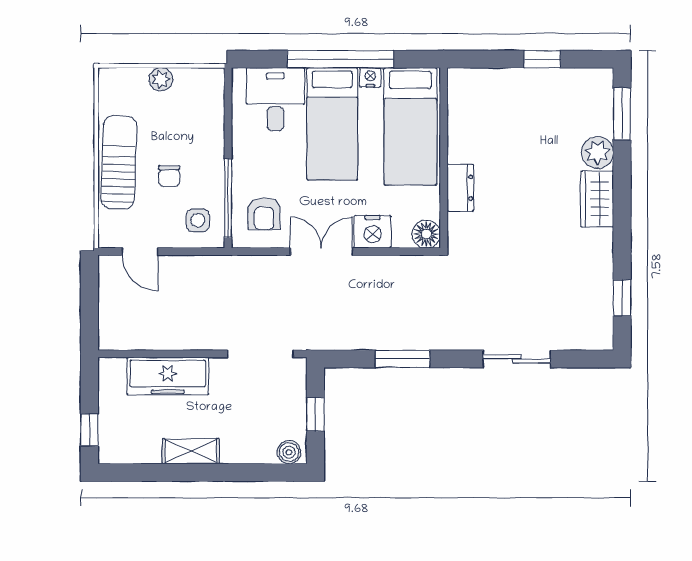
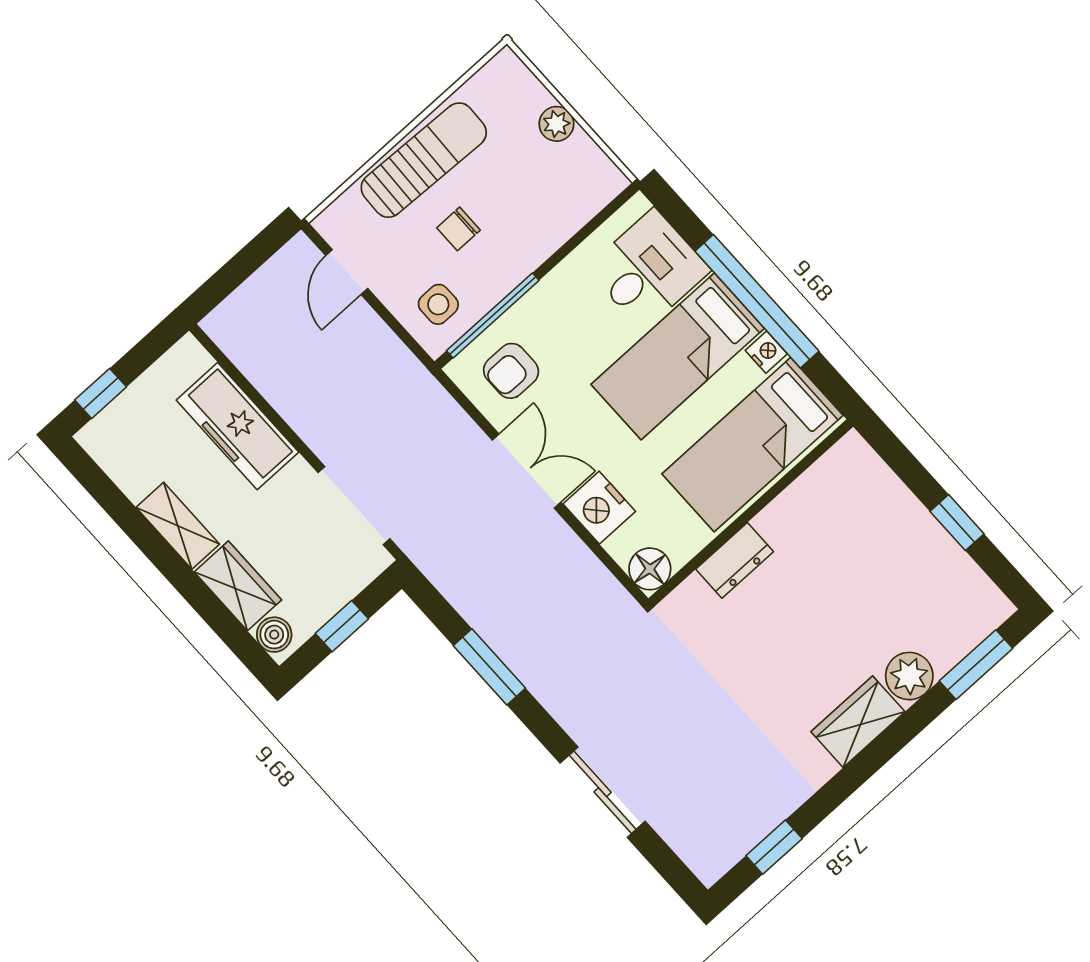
wardrobe: (248, 448) -> (238, 586), added

